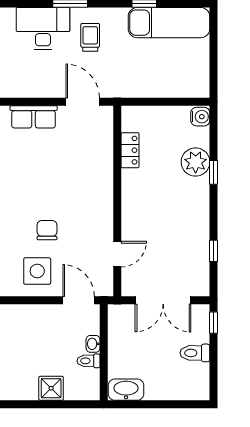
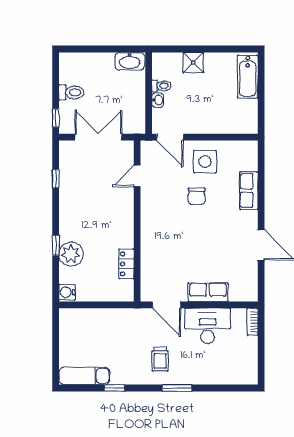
exam couch: (169, 23) -> (84, 376), width x0.73, depth x0.69
desk: (43, 28) -> (208, 326), moved, turned 180

